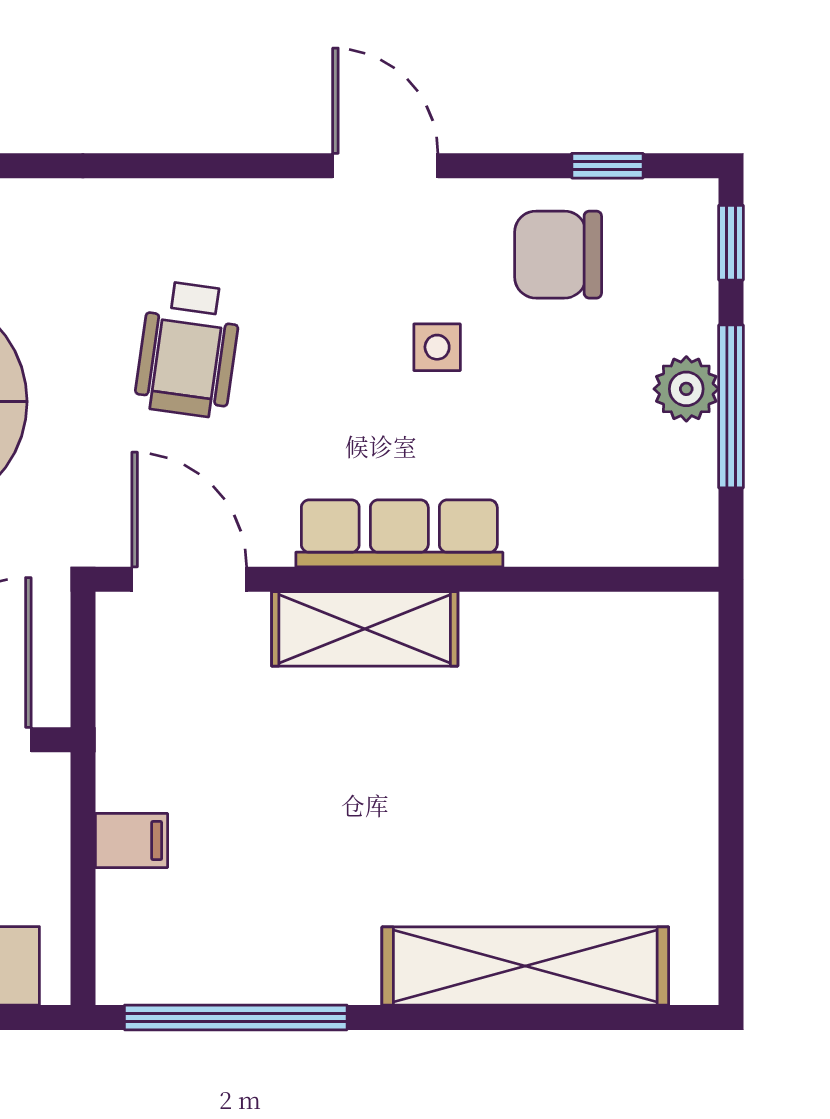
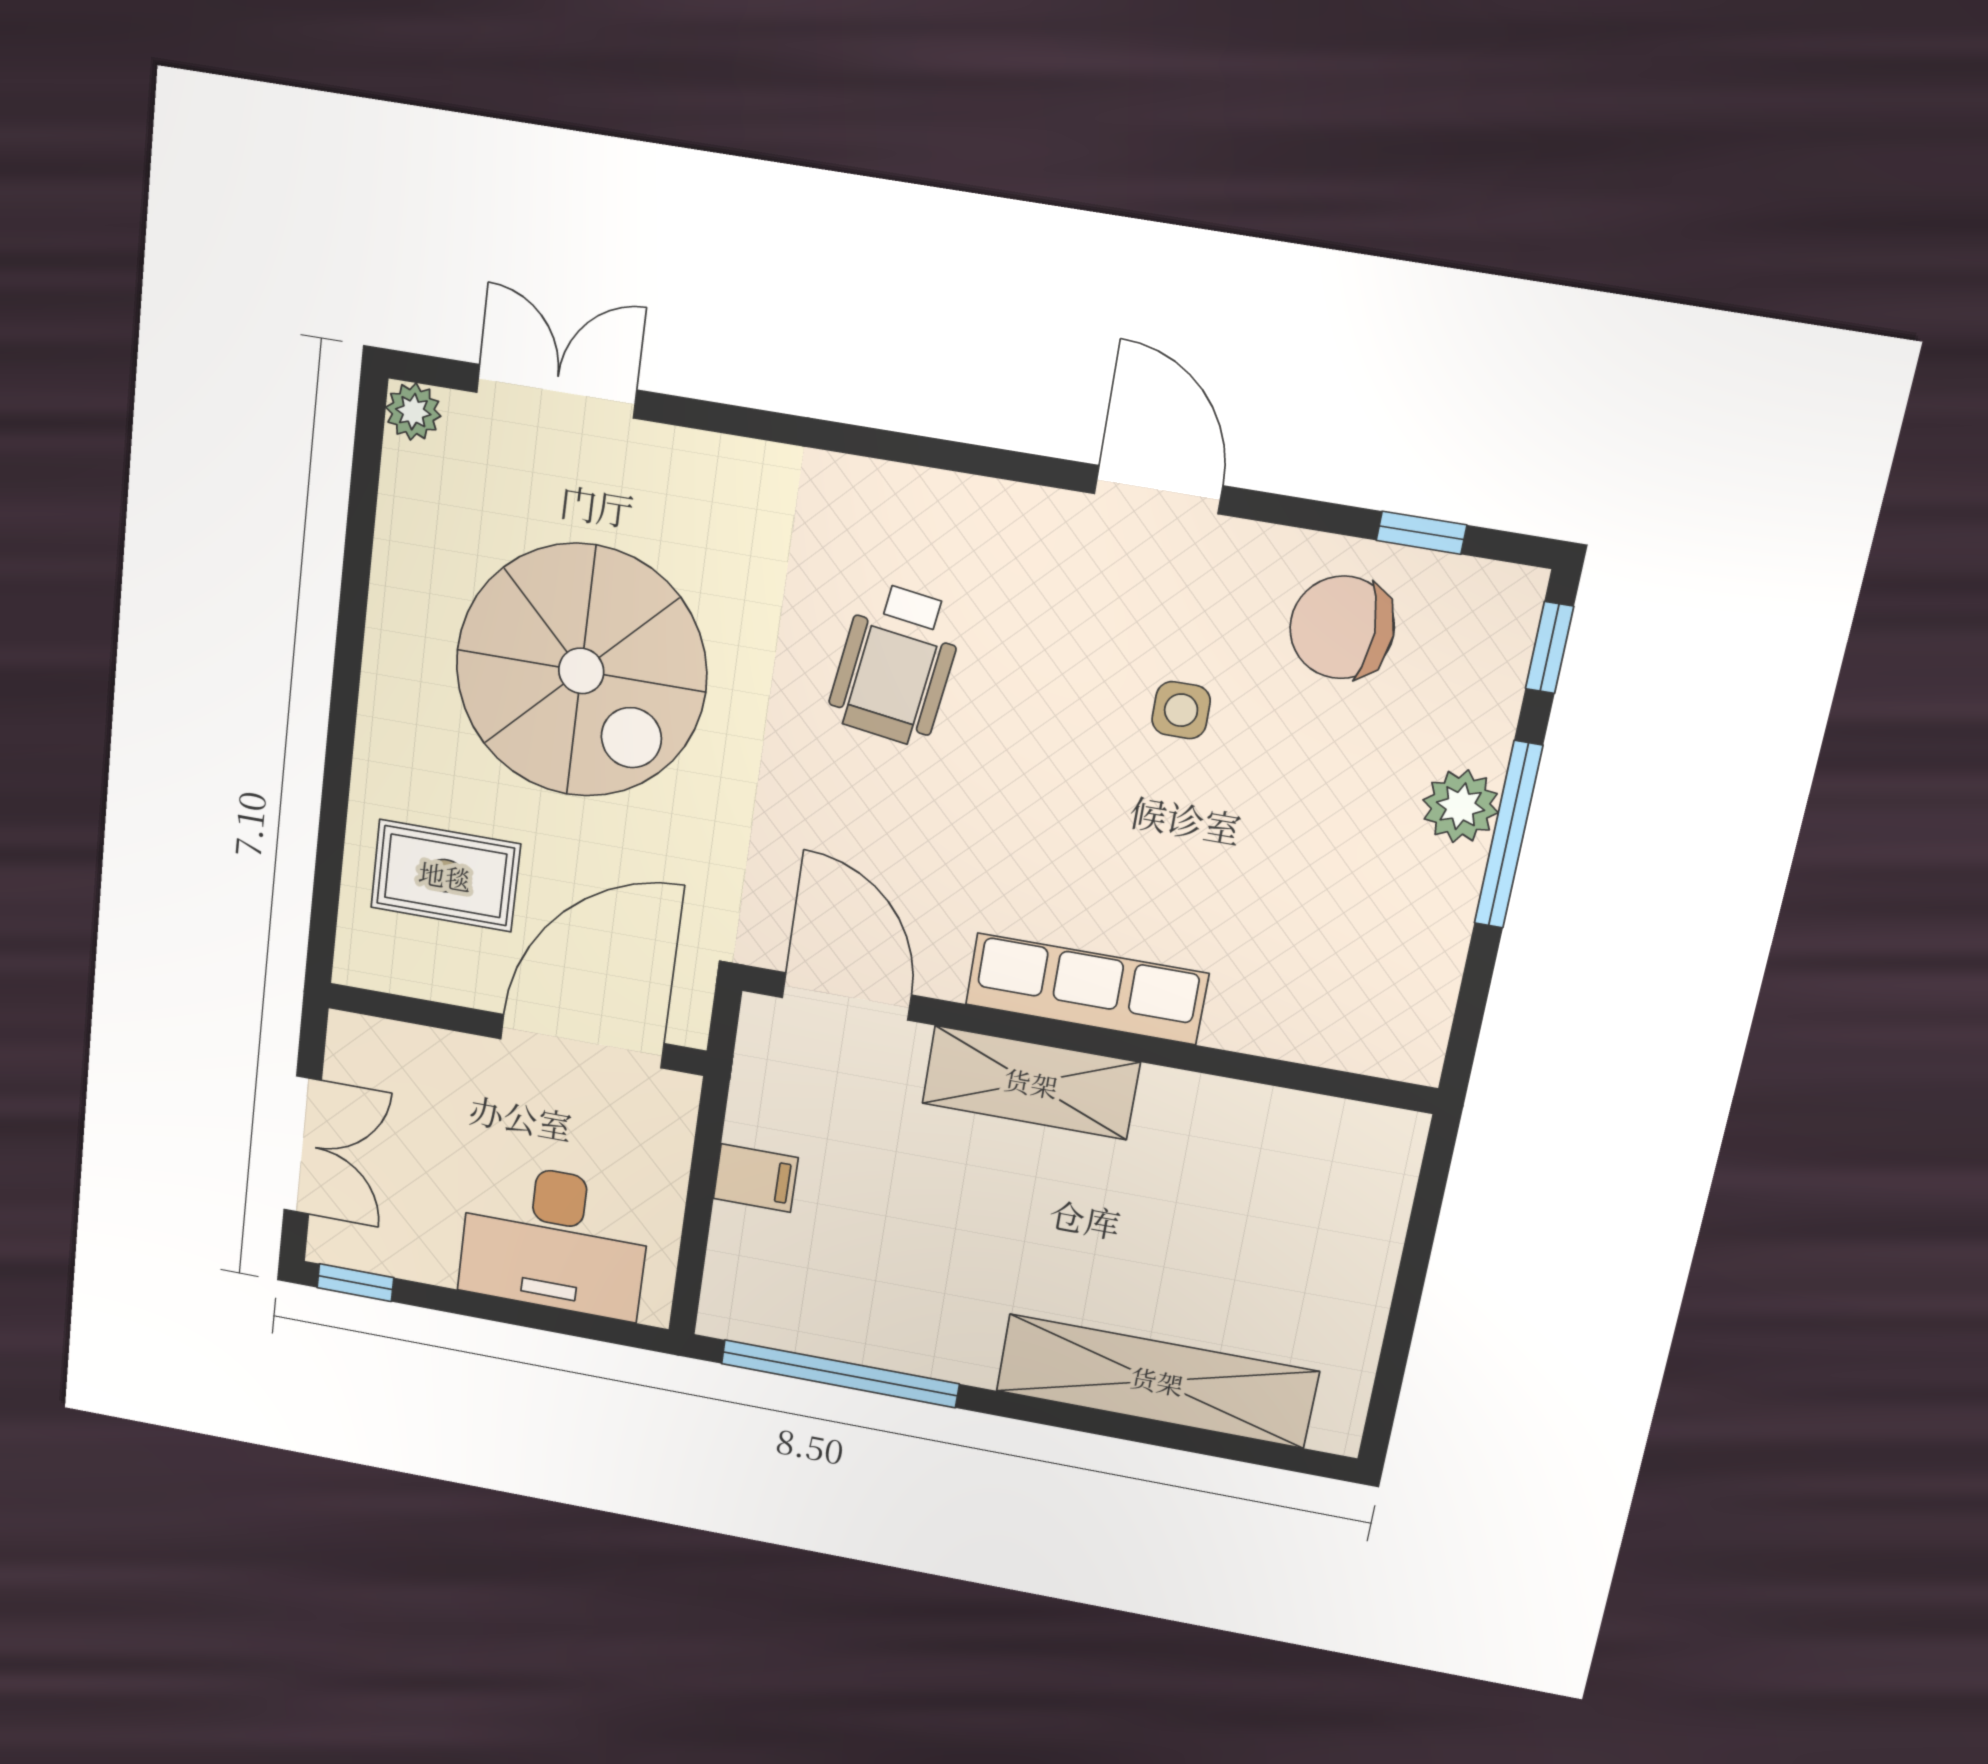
row of seats: (399, 533) -> (1087, 989), moved
door: (189, 579) -> (847, 996), moved
wall: (407, 579) -> (1087, 1039), moved
shelving: (365, 629) -> (1031, 1083), moved

